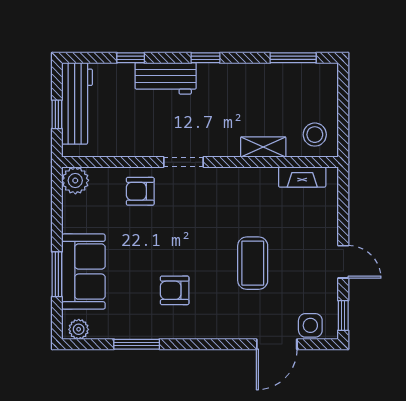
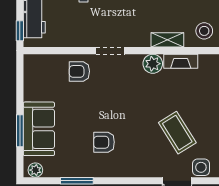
window: (57, 114) -> (20, 31), moved
fireplace: (302, 177) -> (181, 61), moved
plant: (75, 180) -> (153, 64), moved
coffee table: (253, 263) -> (177, 133), moved, turned -32

